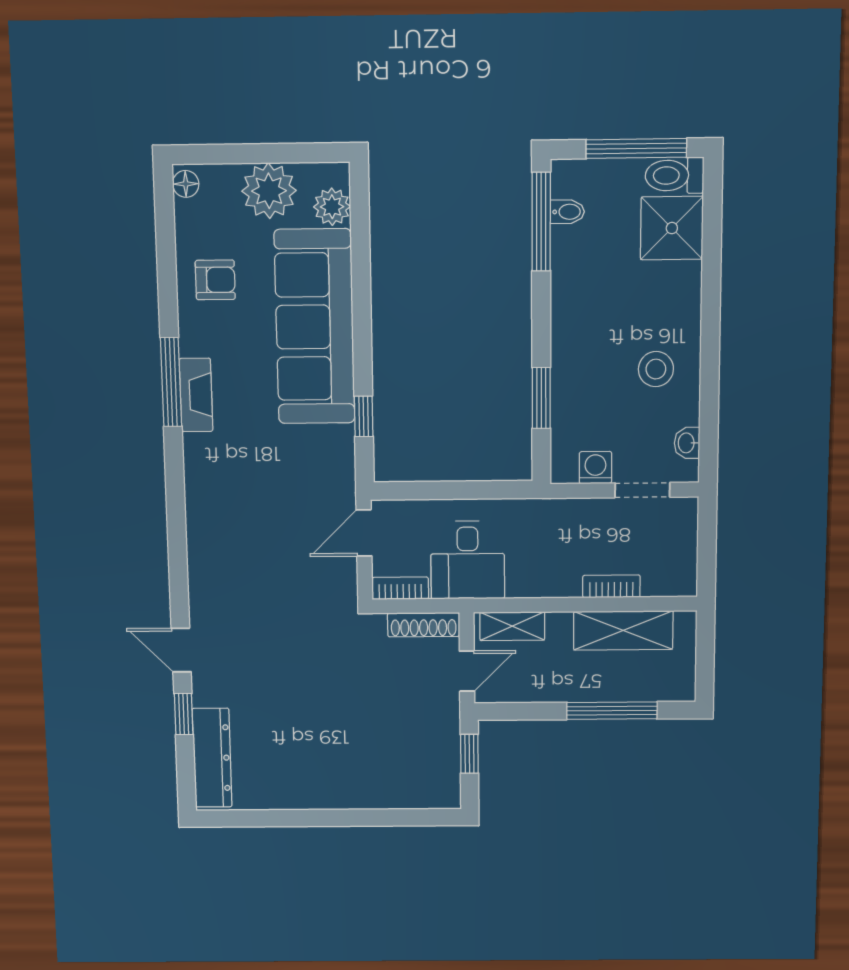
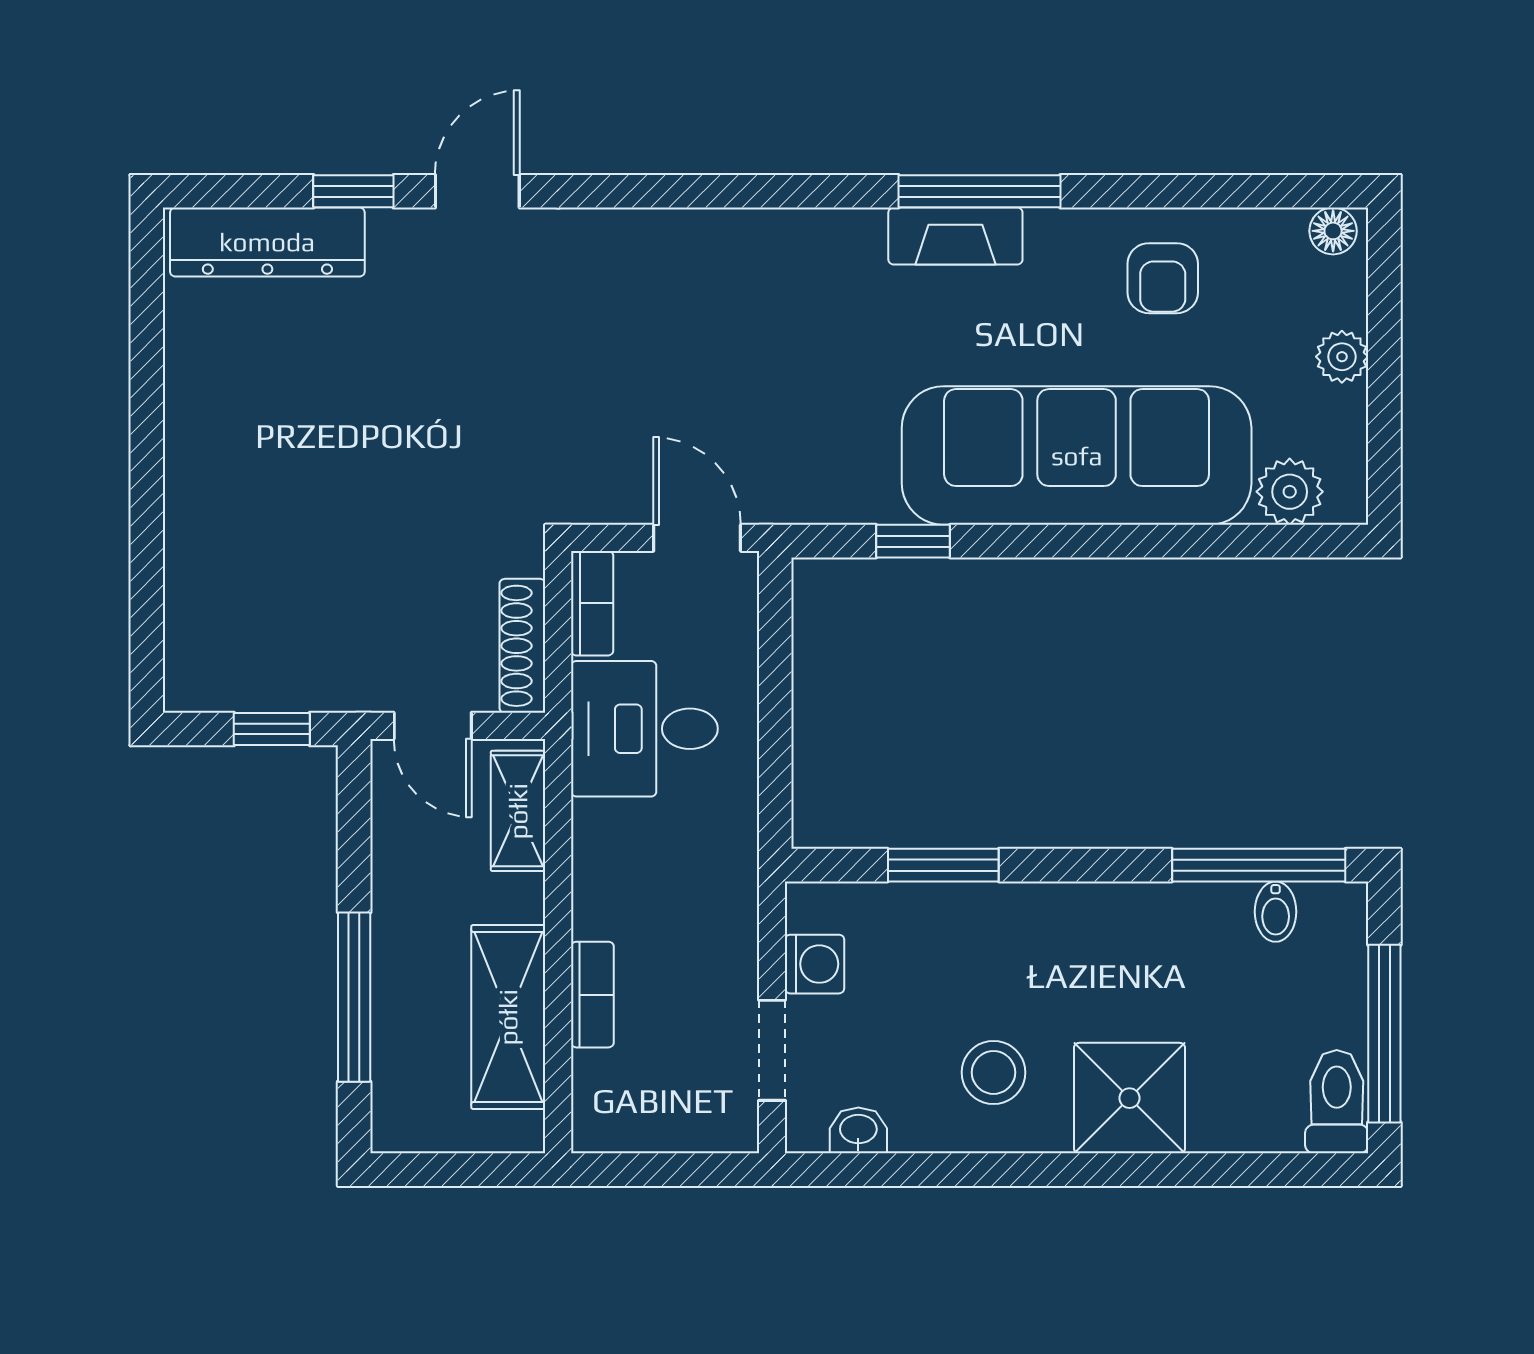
plant: (269, 191) -> (1342, 357), width x0.53, depth x0.53
shower: (672, 228) -> (1129, 1098), moved

